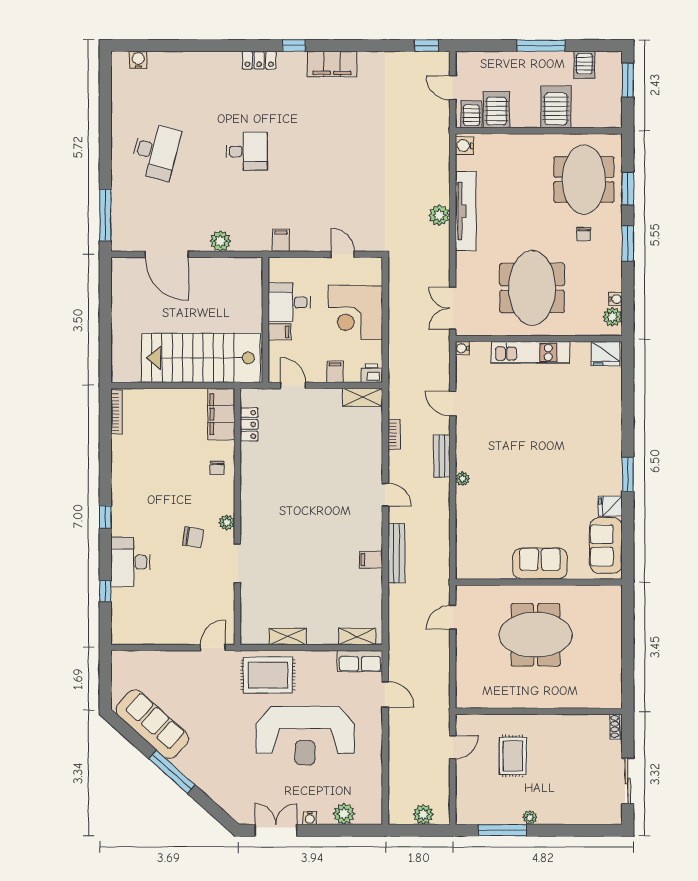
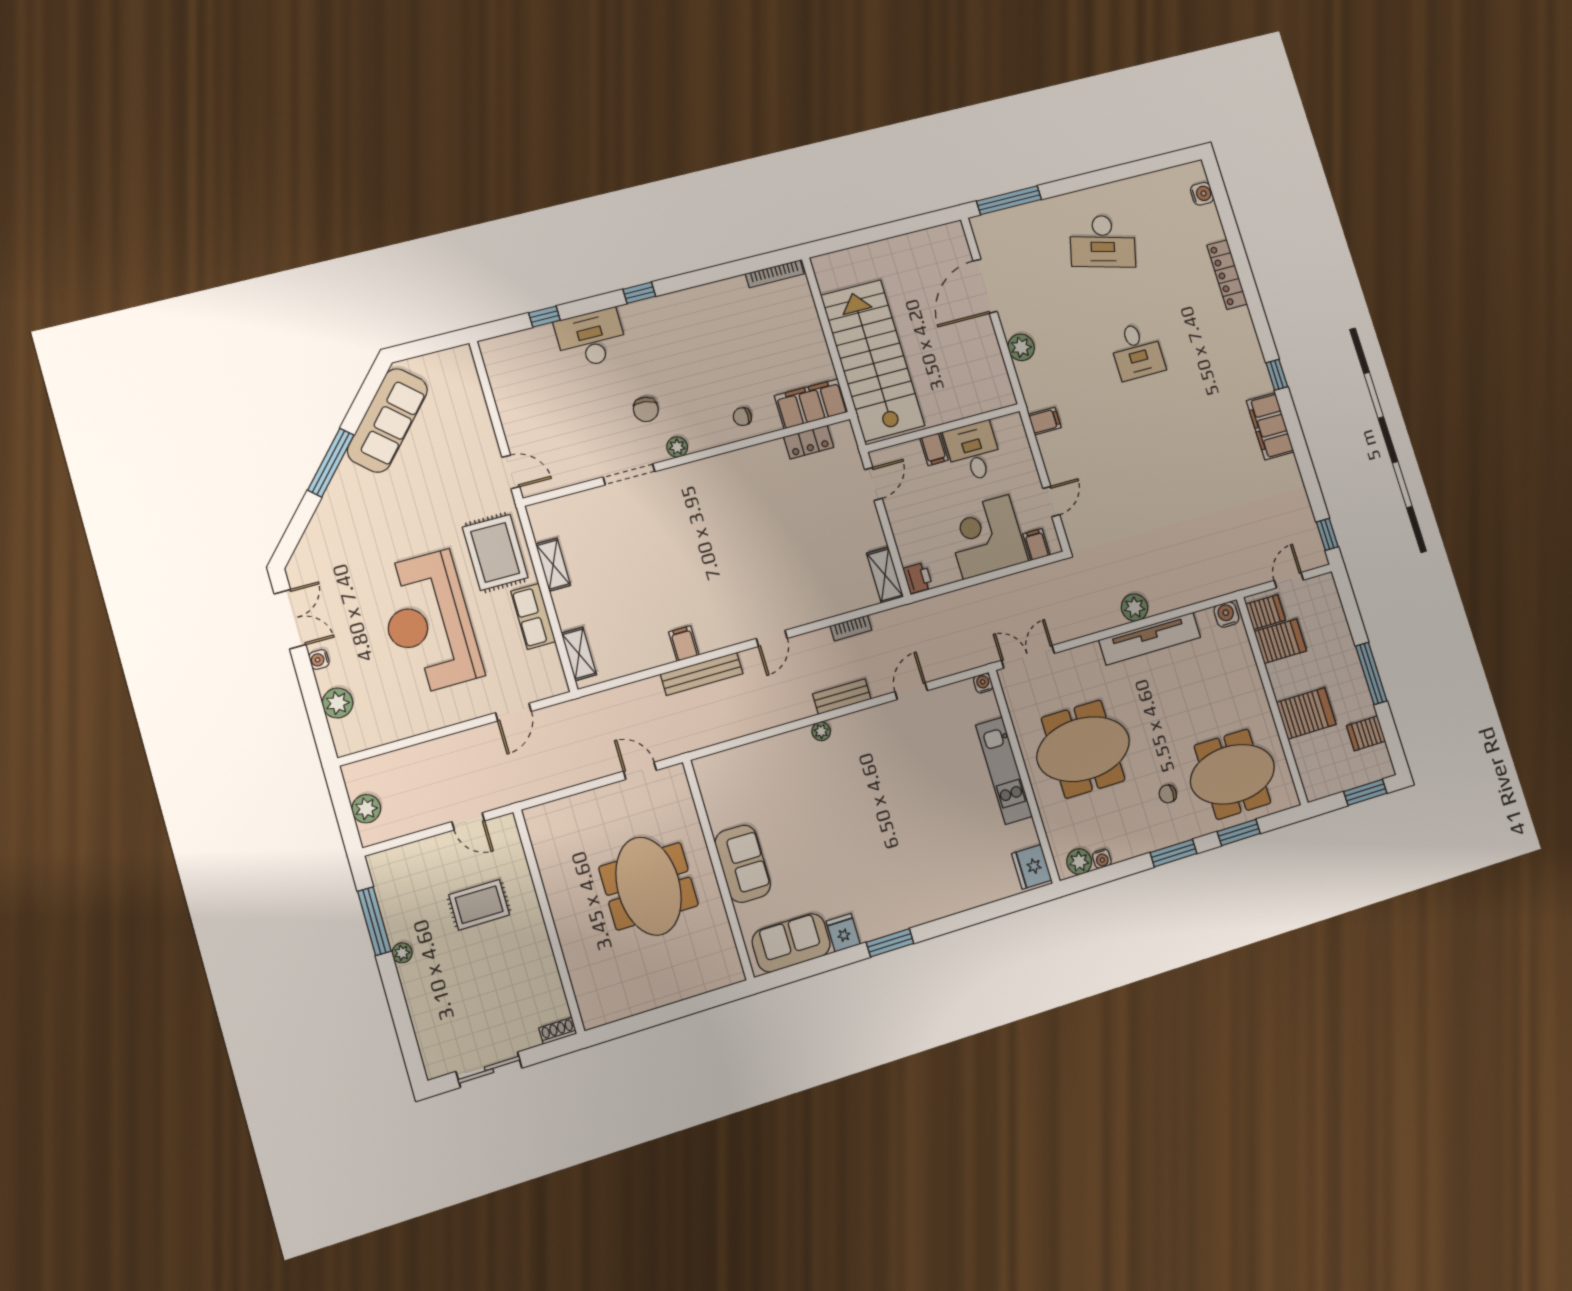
locker: (259, 60) -> (1227, 275), moved, width x1.53
filing cabinet: (335, 372) -> (1036, 545), moved, turned -90
row of seats: (360, 661) -> (533, 616), moved

